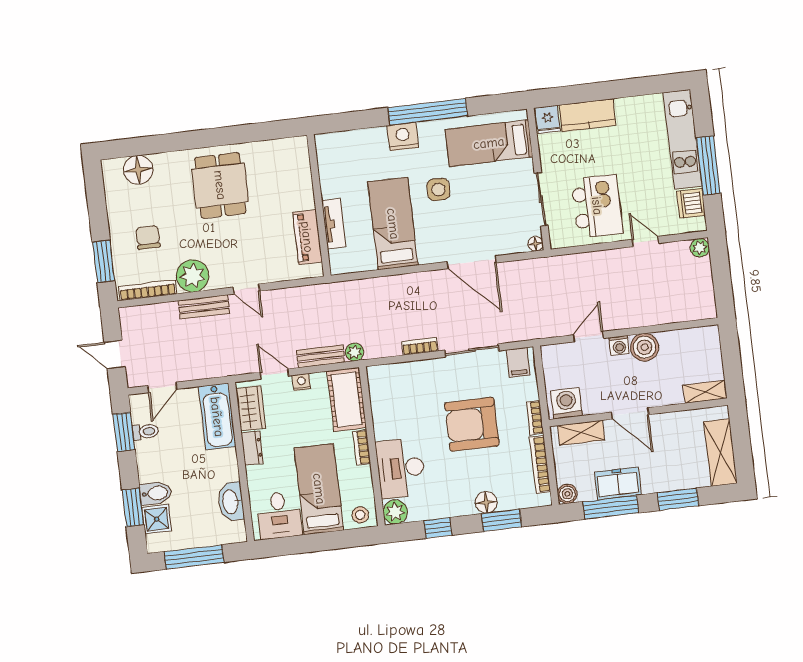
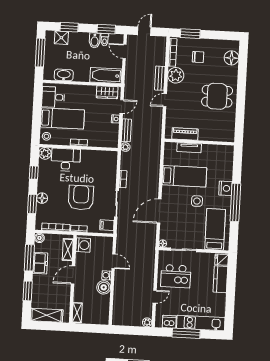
cot: (347, 399) -> (103, 139), removed
dresser: (252, 448) -> (88, 90), removed
bidet: (156, 493) -> (95, 40), moved

